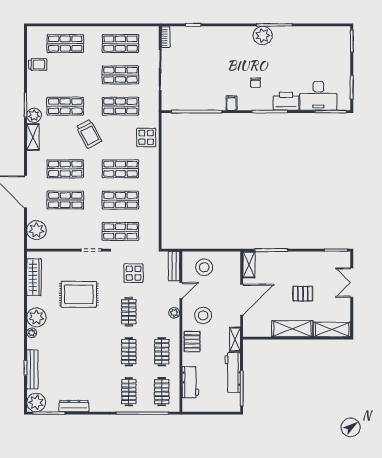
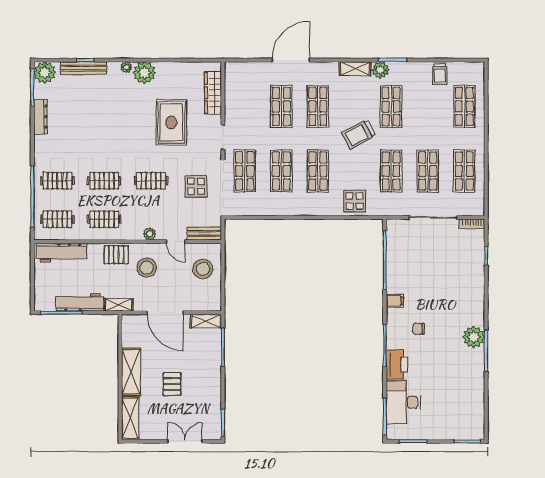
plant: (36, 230) -> (246, 73), removed
wardrobe: (34, 277) -> (213, 93), moved, turned 90
workbench: (190, 382) -> (62, 253), width x1.37

